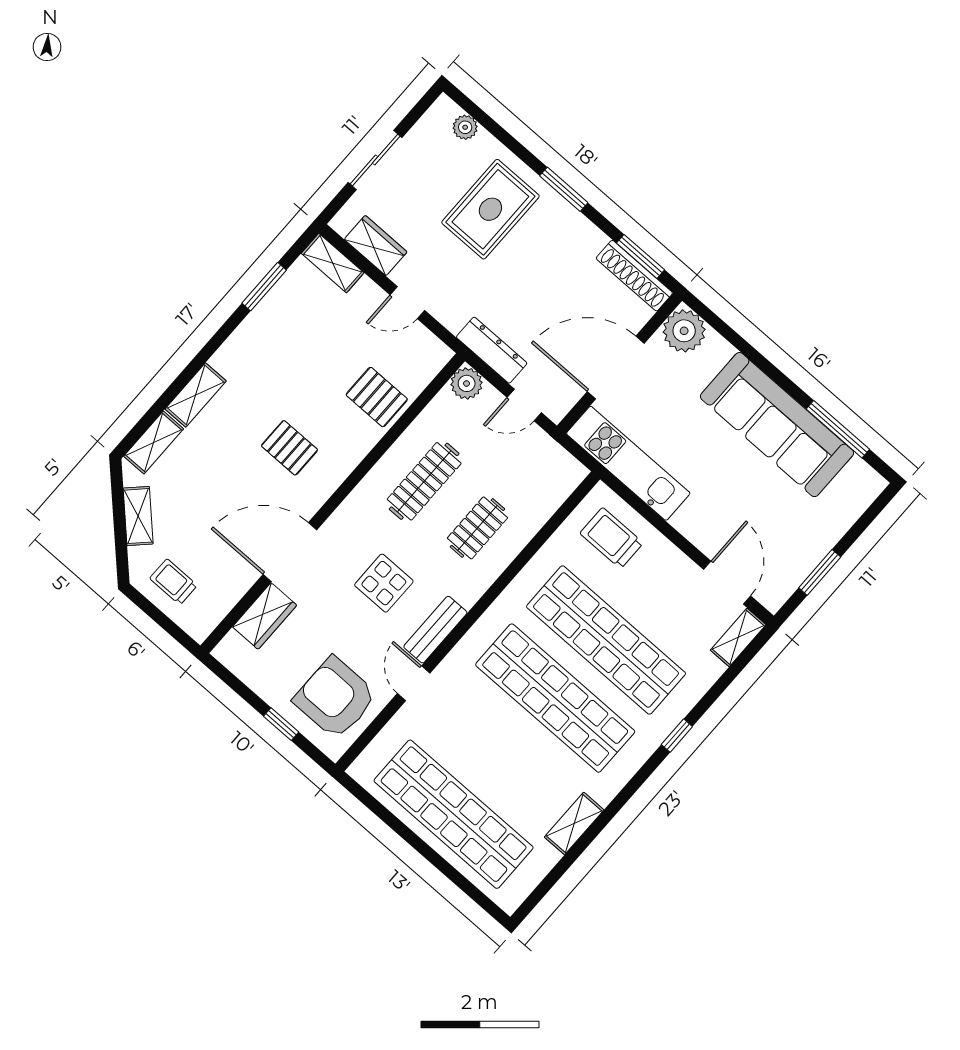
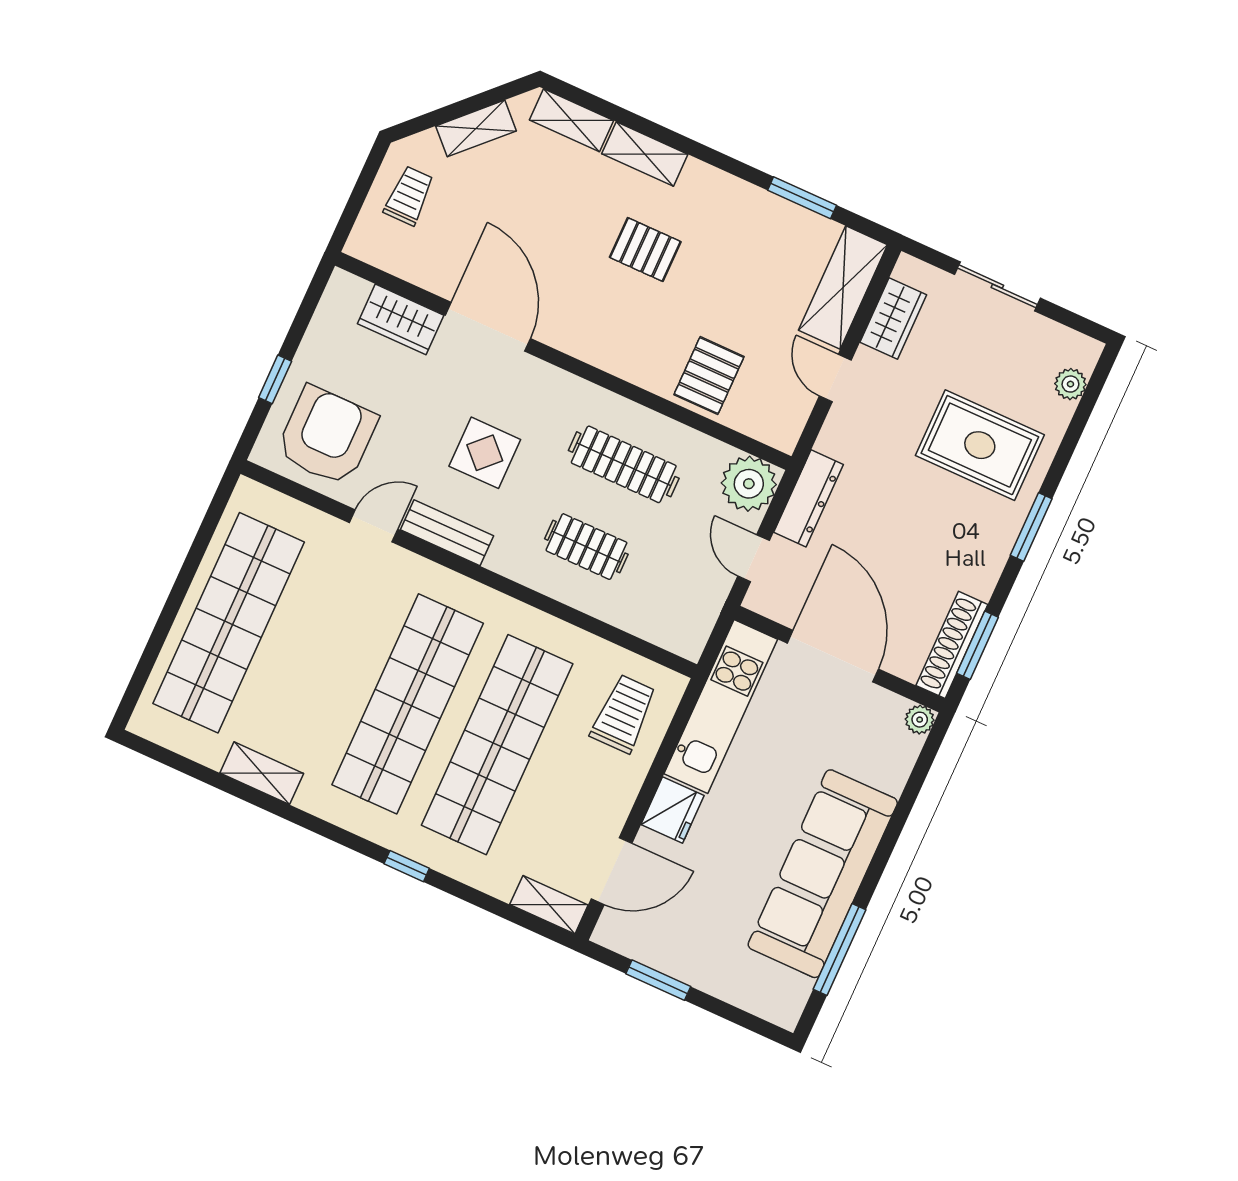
shelving: (333, 263) -> (843, 288), width x1.50, depth x1.33
plant: (684, 331) -> (920, 720), width x0.53, depth x0.53
plant: (467, 383) -> (749, 484), width x1.36, depth x1.36
pallet: (289, 448) -> (645, 250), moved, turned 90
fridge: (695, 523) -> (673, 810), added

